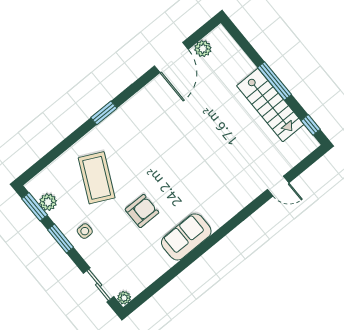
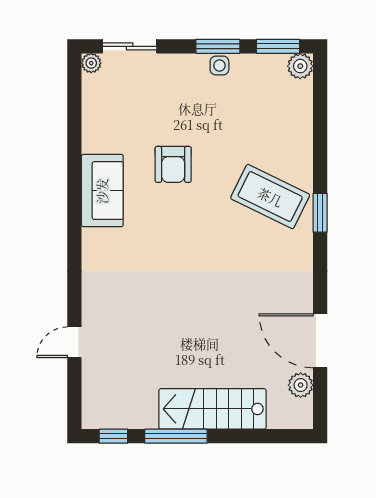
window: (275, 81) -> (176, 436), moved
stairs: (270, 105) -> (212, 409), moved
coffee table: (97, 178) -> (270, 197), moved
plant: (48, 202) -> (300, 66), moved
side table: (85, 231) -> (219, 65), moved

